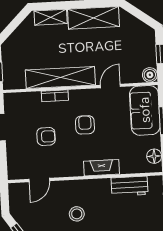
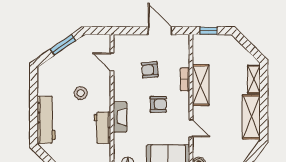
shelving: (60, 77) -> (201, 85), width x0.68
armchair: (46, 136) -> (150, 70), turned 85
workbench: (129, 186) -> (102, 128), moved

